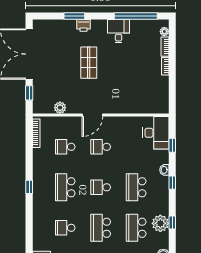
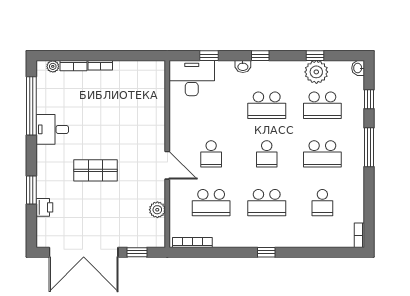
printer: (83, 25) -> (44, 207), moved
school desk: (65, 147) -> (211, 203), width x1.85

